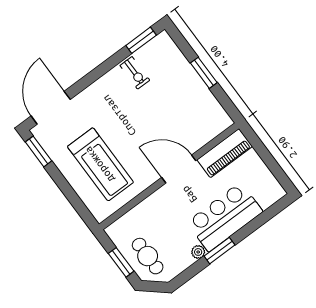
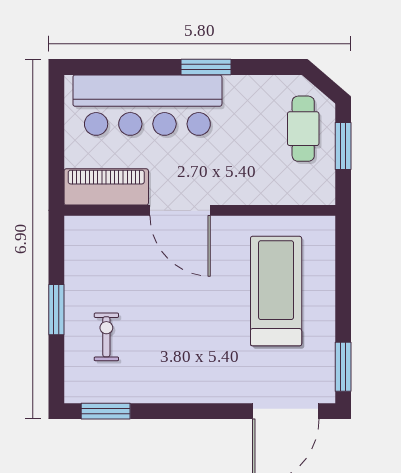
exercise bike: (135, 73) -> (106, 337), moved
bar counter: (225, 217) -> (147, 105), width x1.36
plant: (198, 252) -> (235, 86), removed

